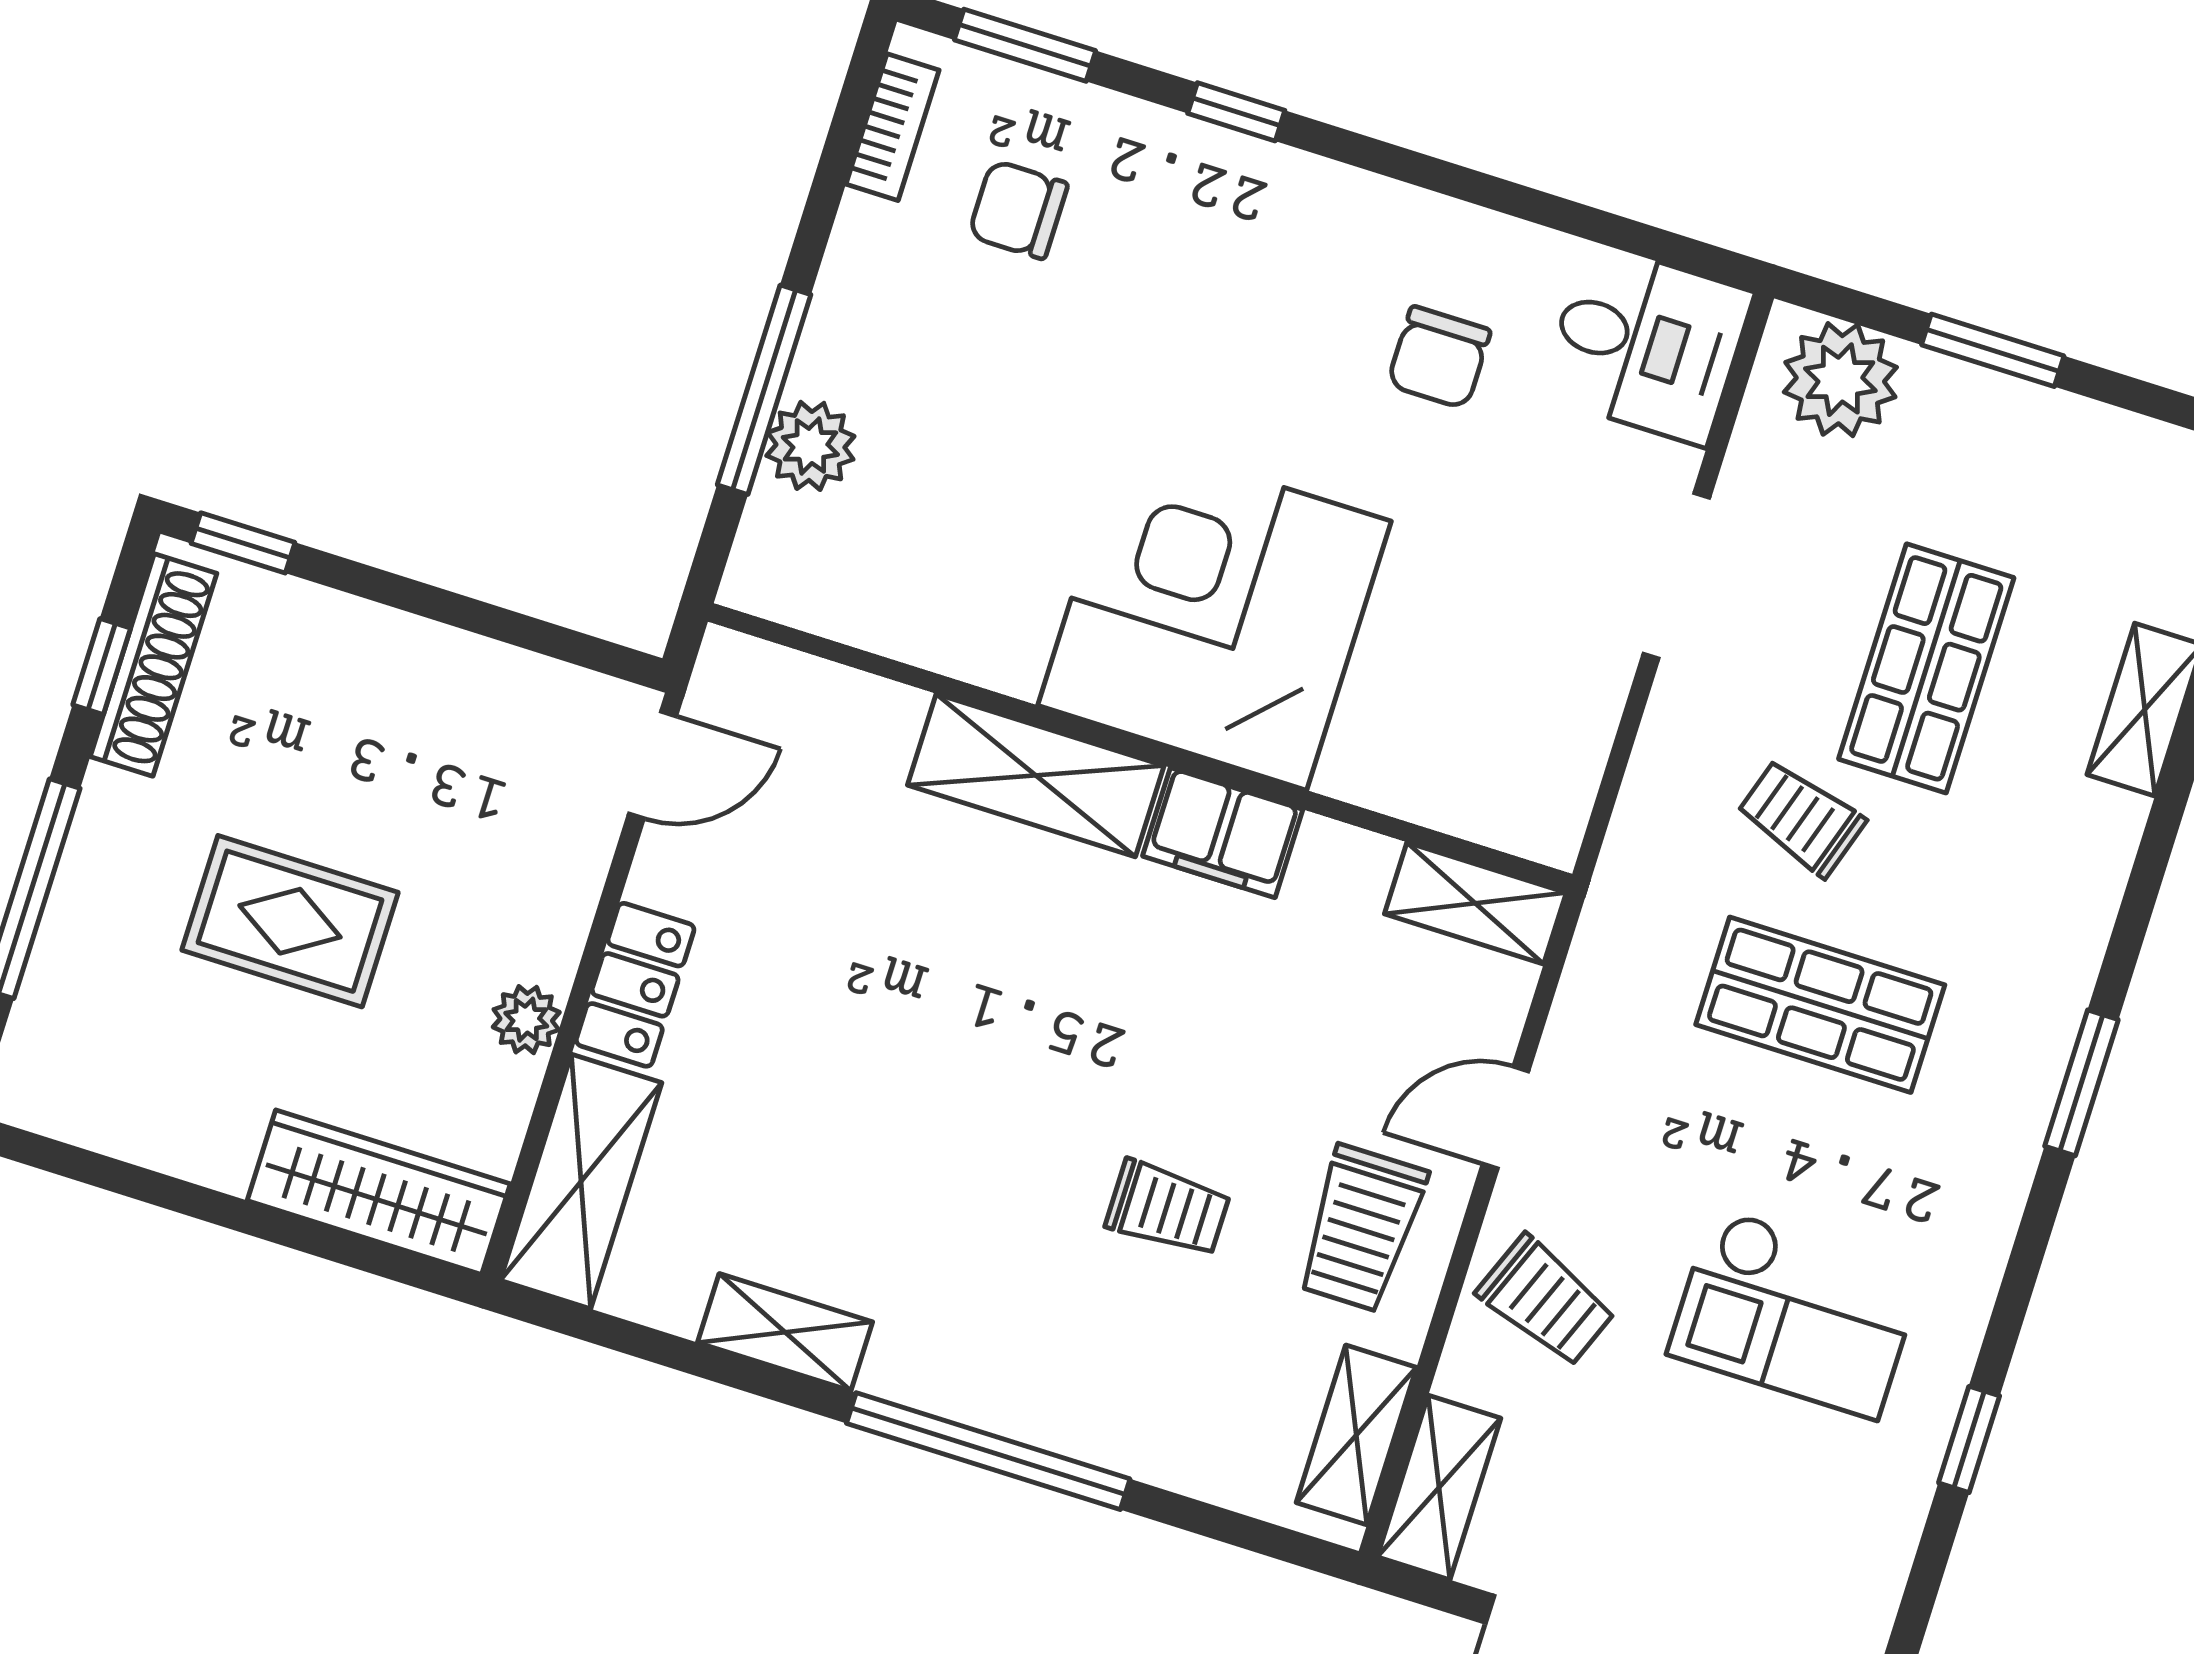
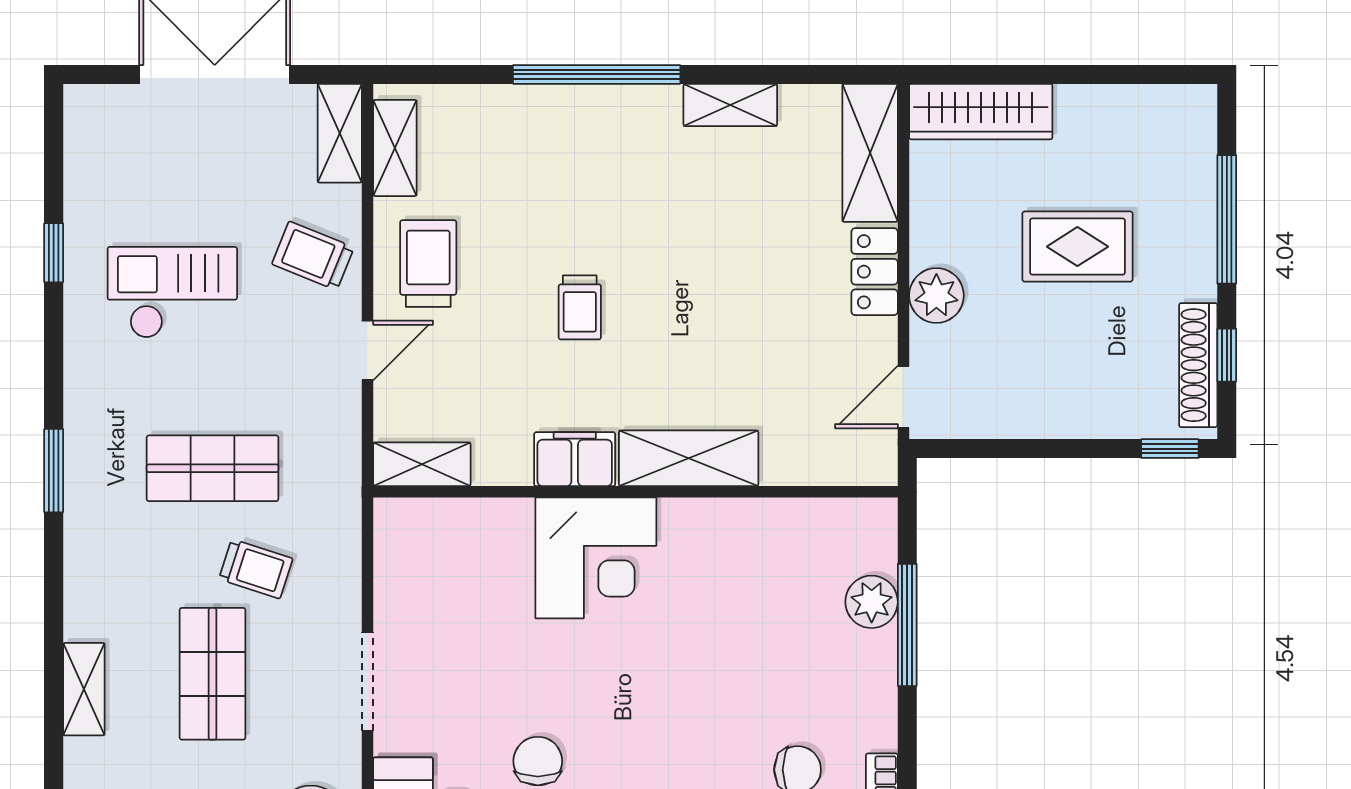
corner desk: (1215, 613) -> (596, 558), width x0.74, depth x0.74
plant: (526, 1020) -> (936, 296), moved, width x1.38, depth x1.38
trolley: (1168, 1209) -> (580, 307), moved, turned -90

